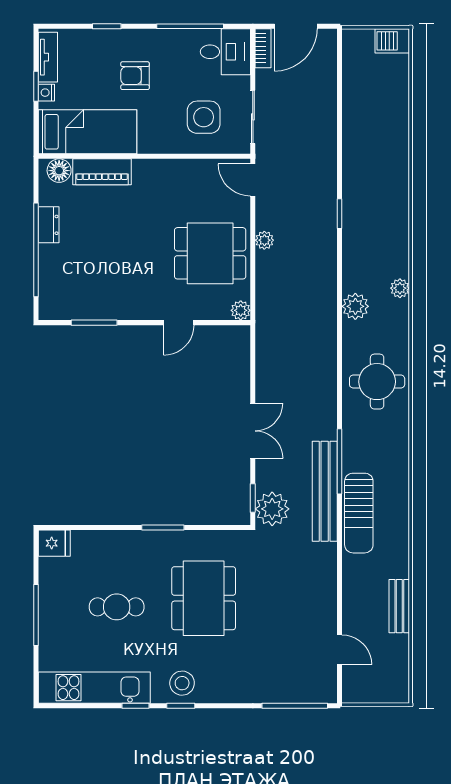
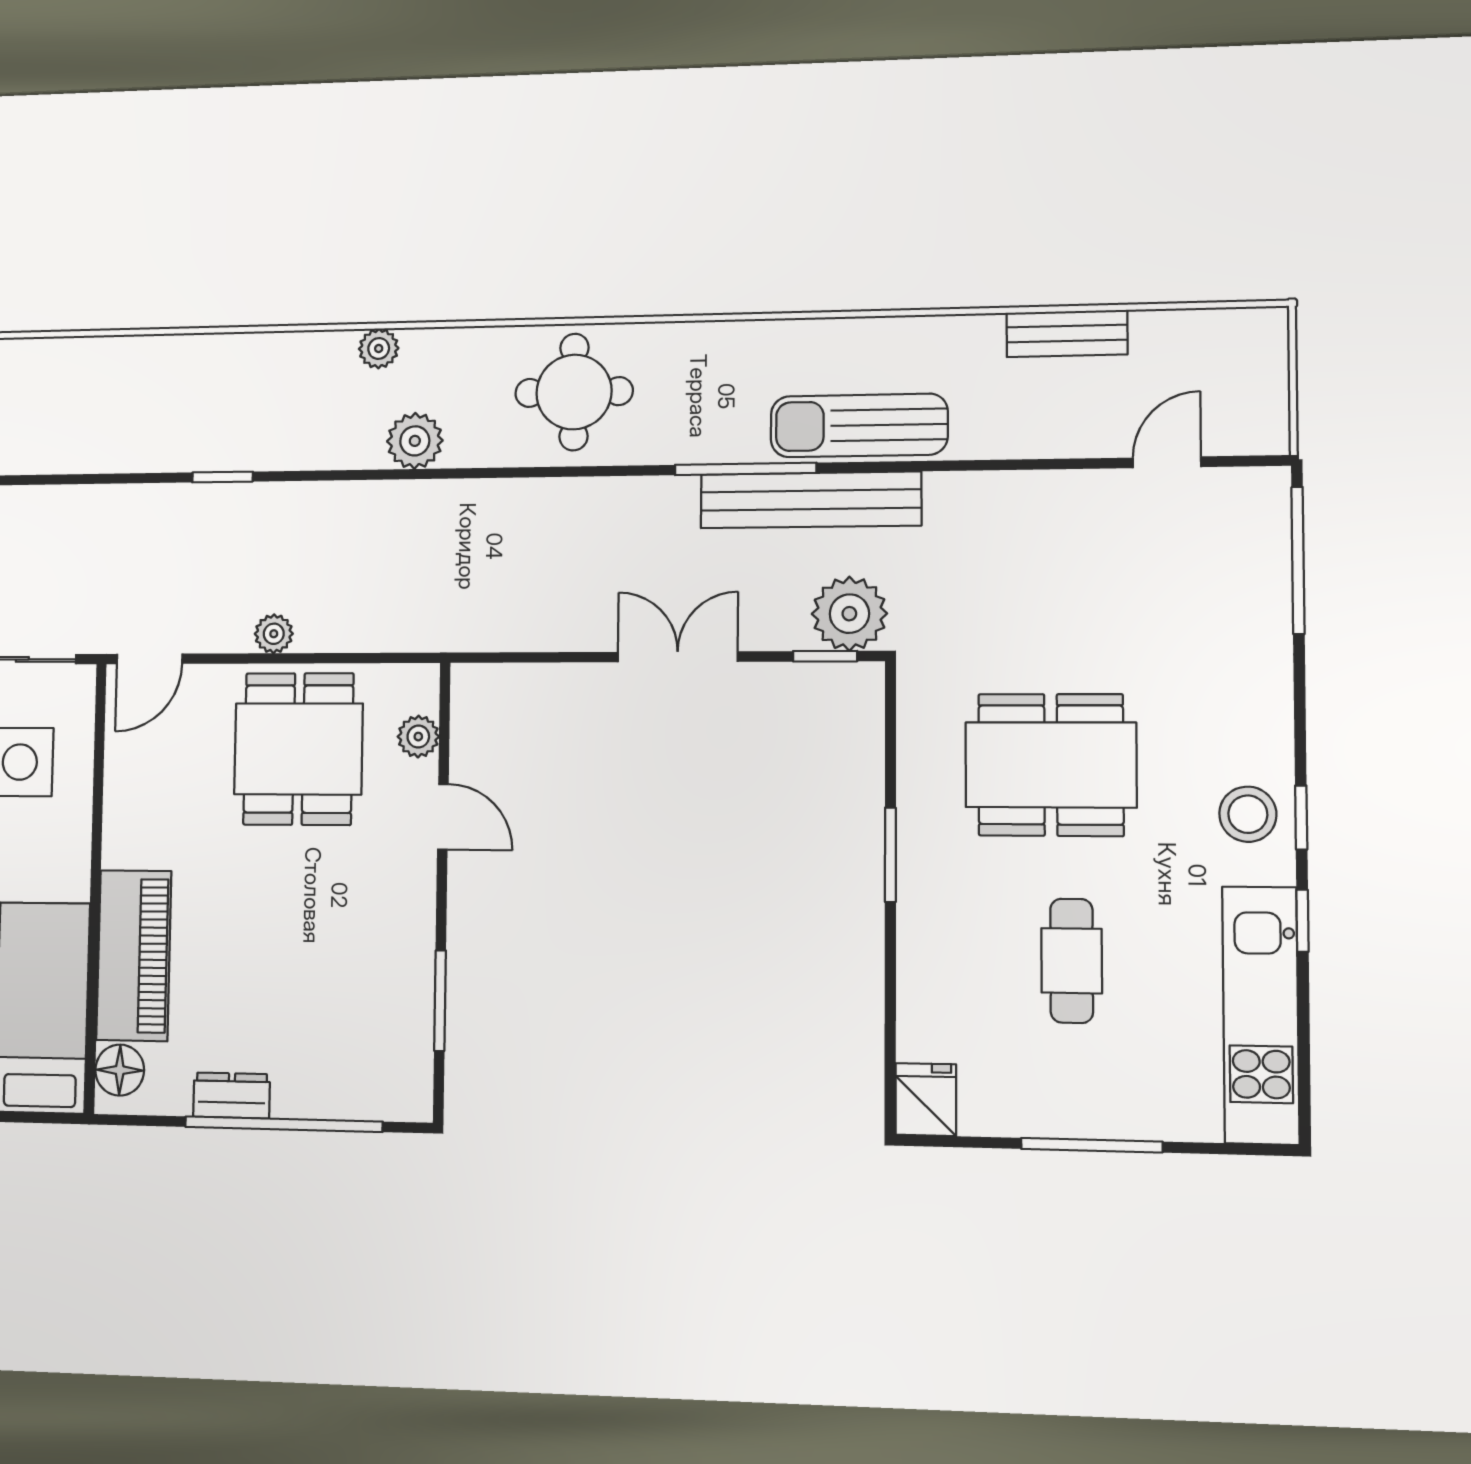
piano: (102, 172) -> (134, 955), width x1.37, depth x1.33
plant: (241, 310) -> (418, 737), moved
sun lounger: (359, 513) -> (859, 425), turned 180

